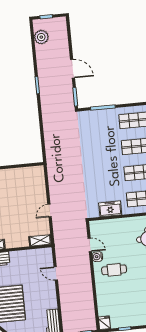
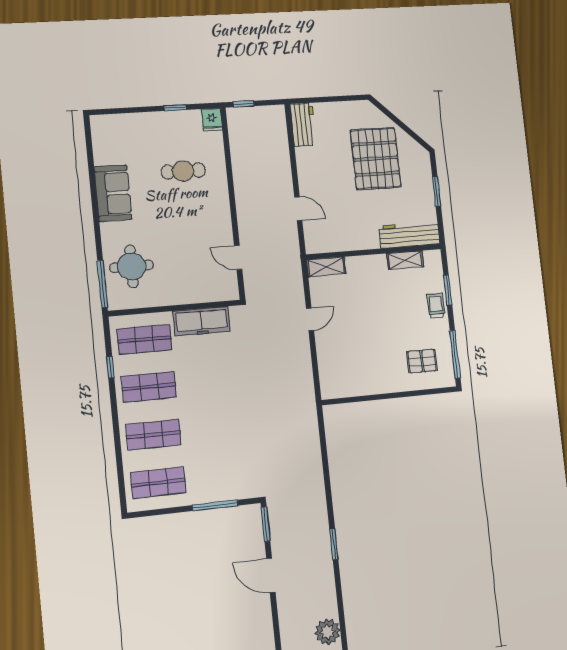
freezer: (110, 209) -> (202, 321), width x1.40
water cooler: (97, 257) -> (225, 236), removed
cafe table: (114, 270) -> (183, 171), moved

